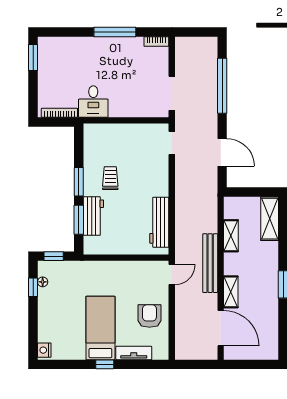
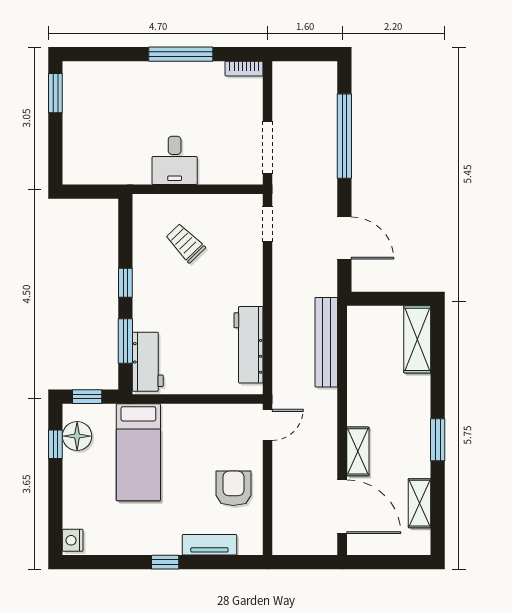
desk: (93, 102) -> (175, 160), moved
bookcase: (59, 113) -> (96, 178), removed
trolley: (110, 178) -> (185, 243), moved, turned -44
window: (79, 182) -> (125, 283), width x0.67
workbench: (93, 216) -> (148, 362), moved
shelving: (231, 236) -> (420, 503), moved
bench: (210, 263) -> (326, 342), moved
floor lamp: (43, 282) -> (77, 436), width x1.89, depth x1.89
bed: (100, 328) -> (138, 452), moved, turned 180

